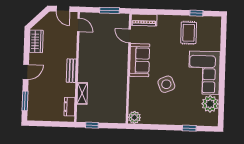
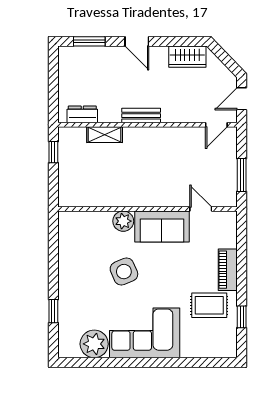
piano: (144, 20) -> (228, 270), moved
door: (130, 36) -> (201, 209), hinge flipped
plant: (134, 117) -> (123, 221), moved

